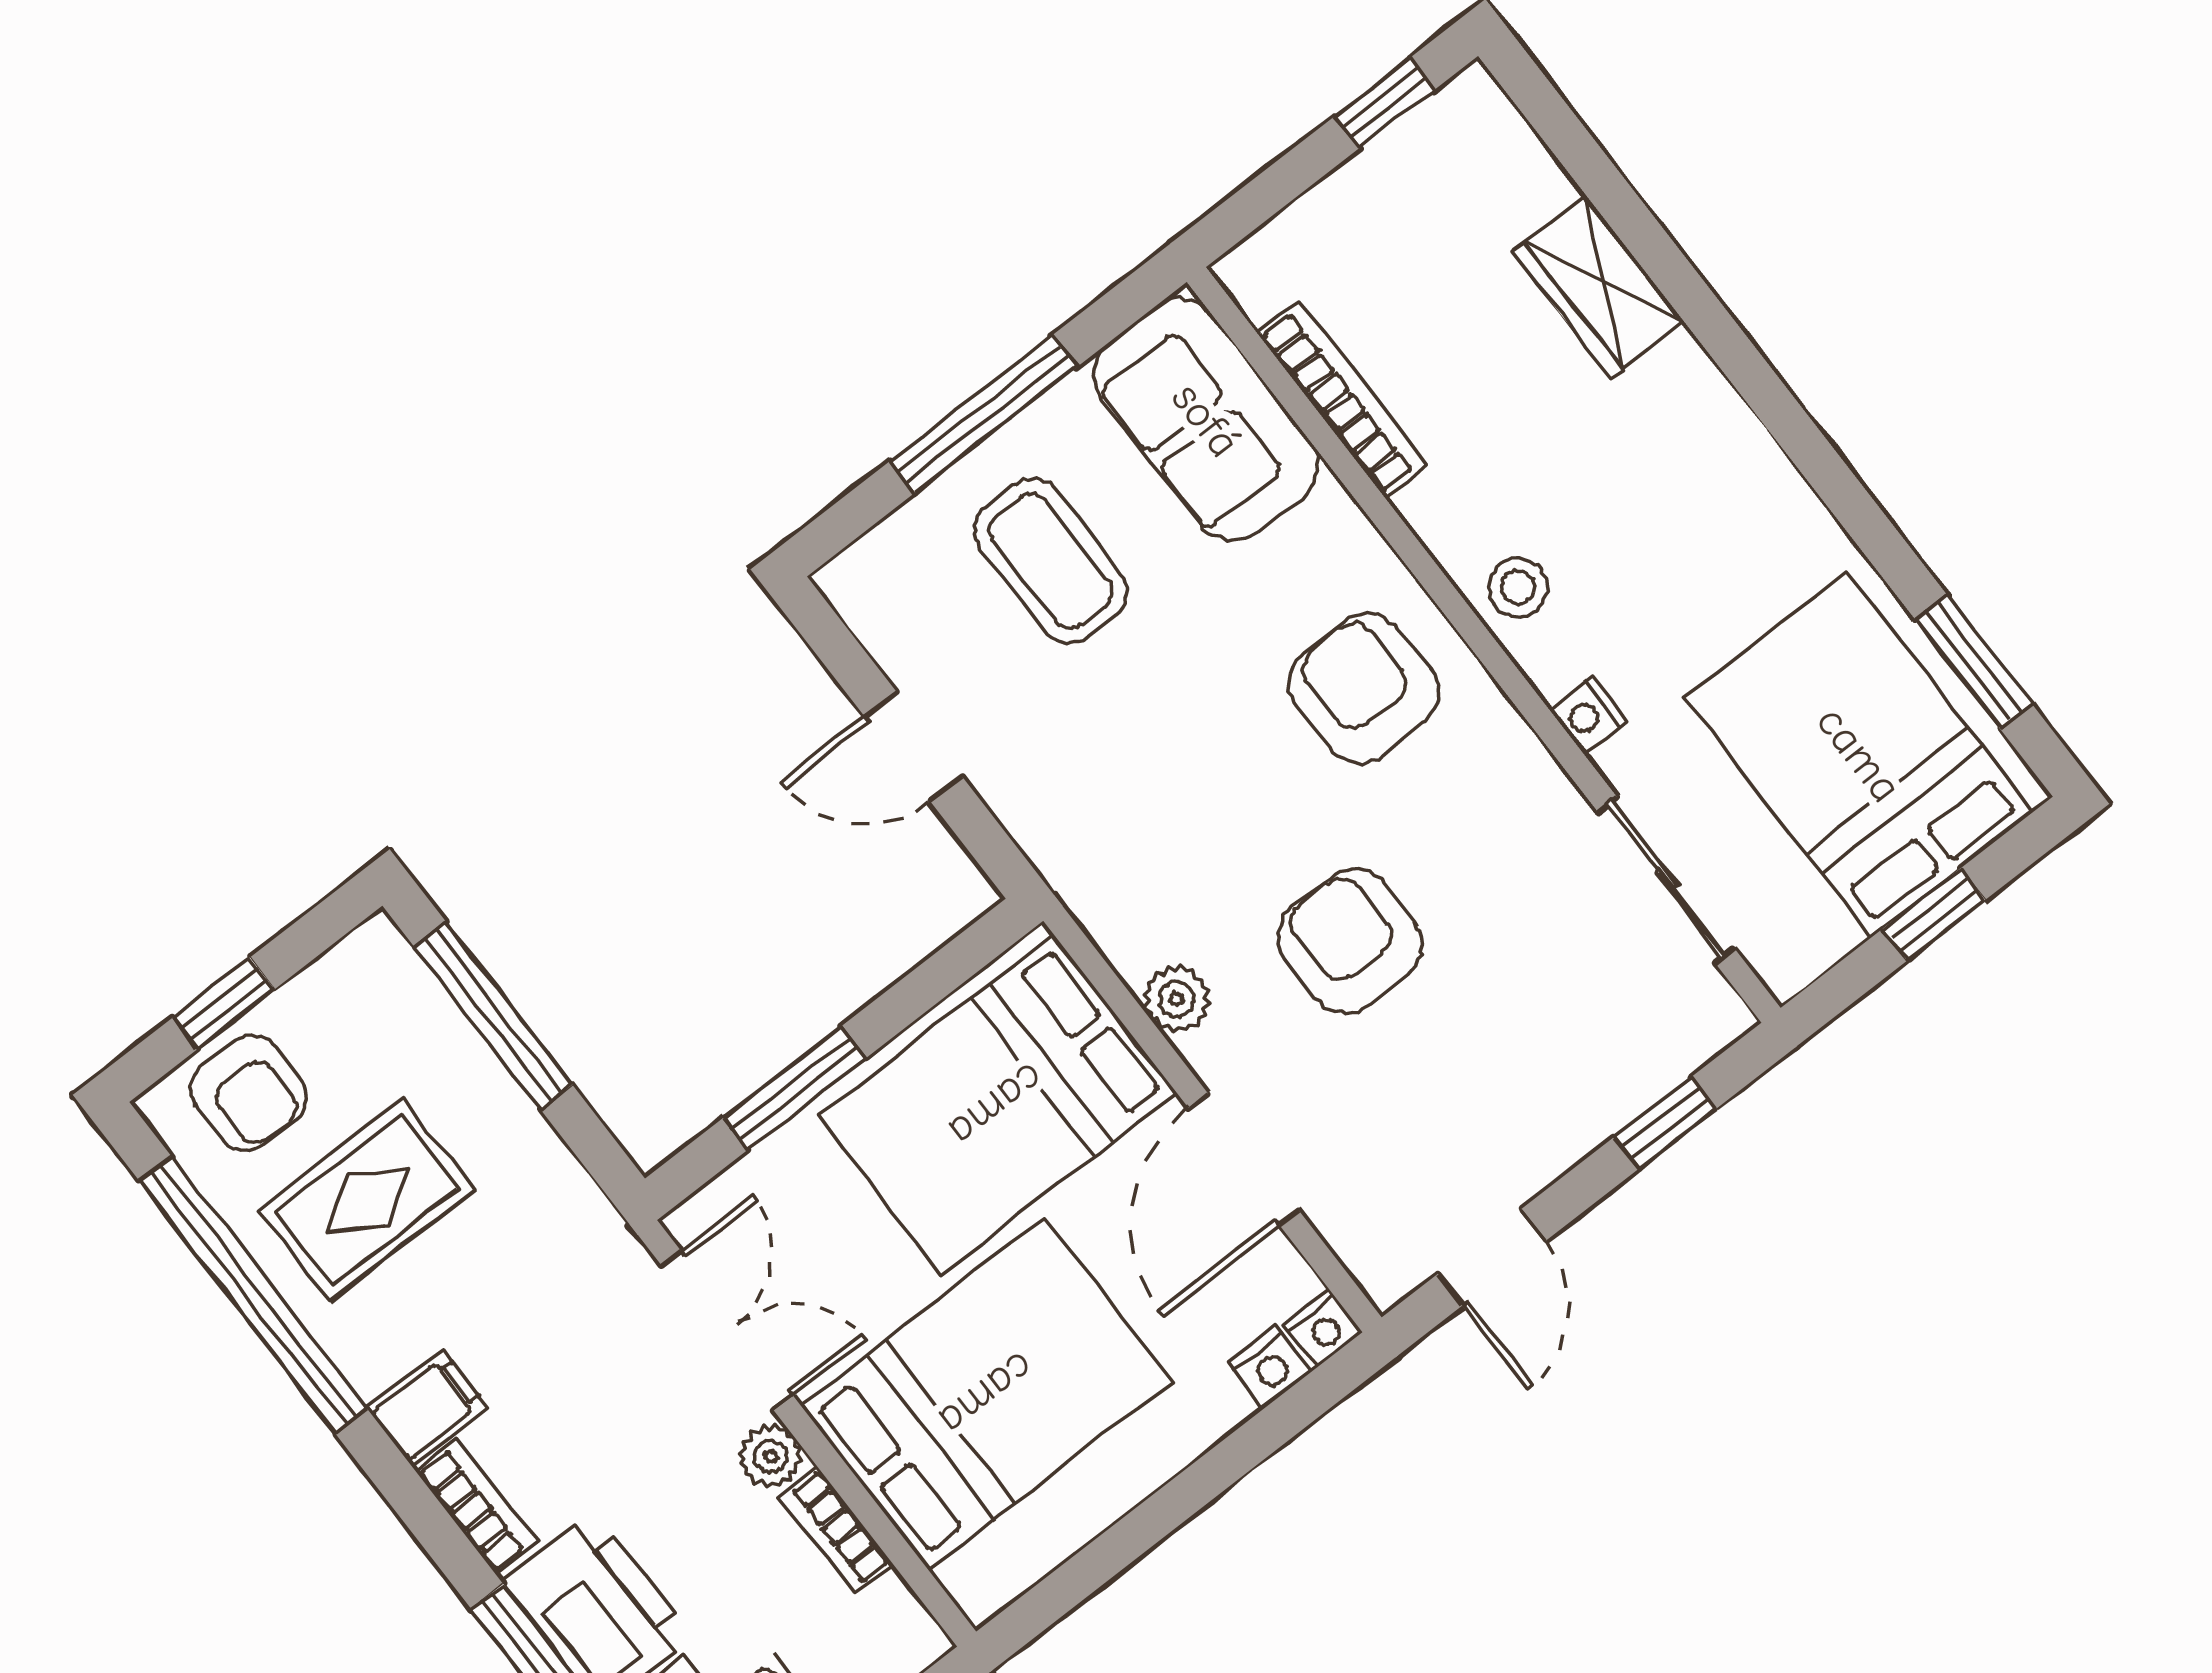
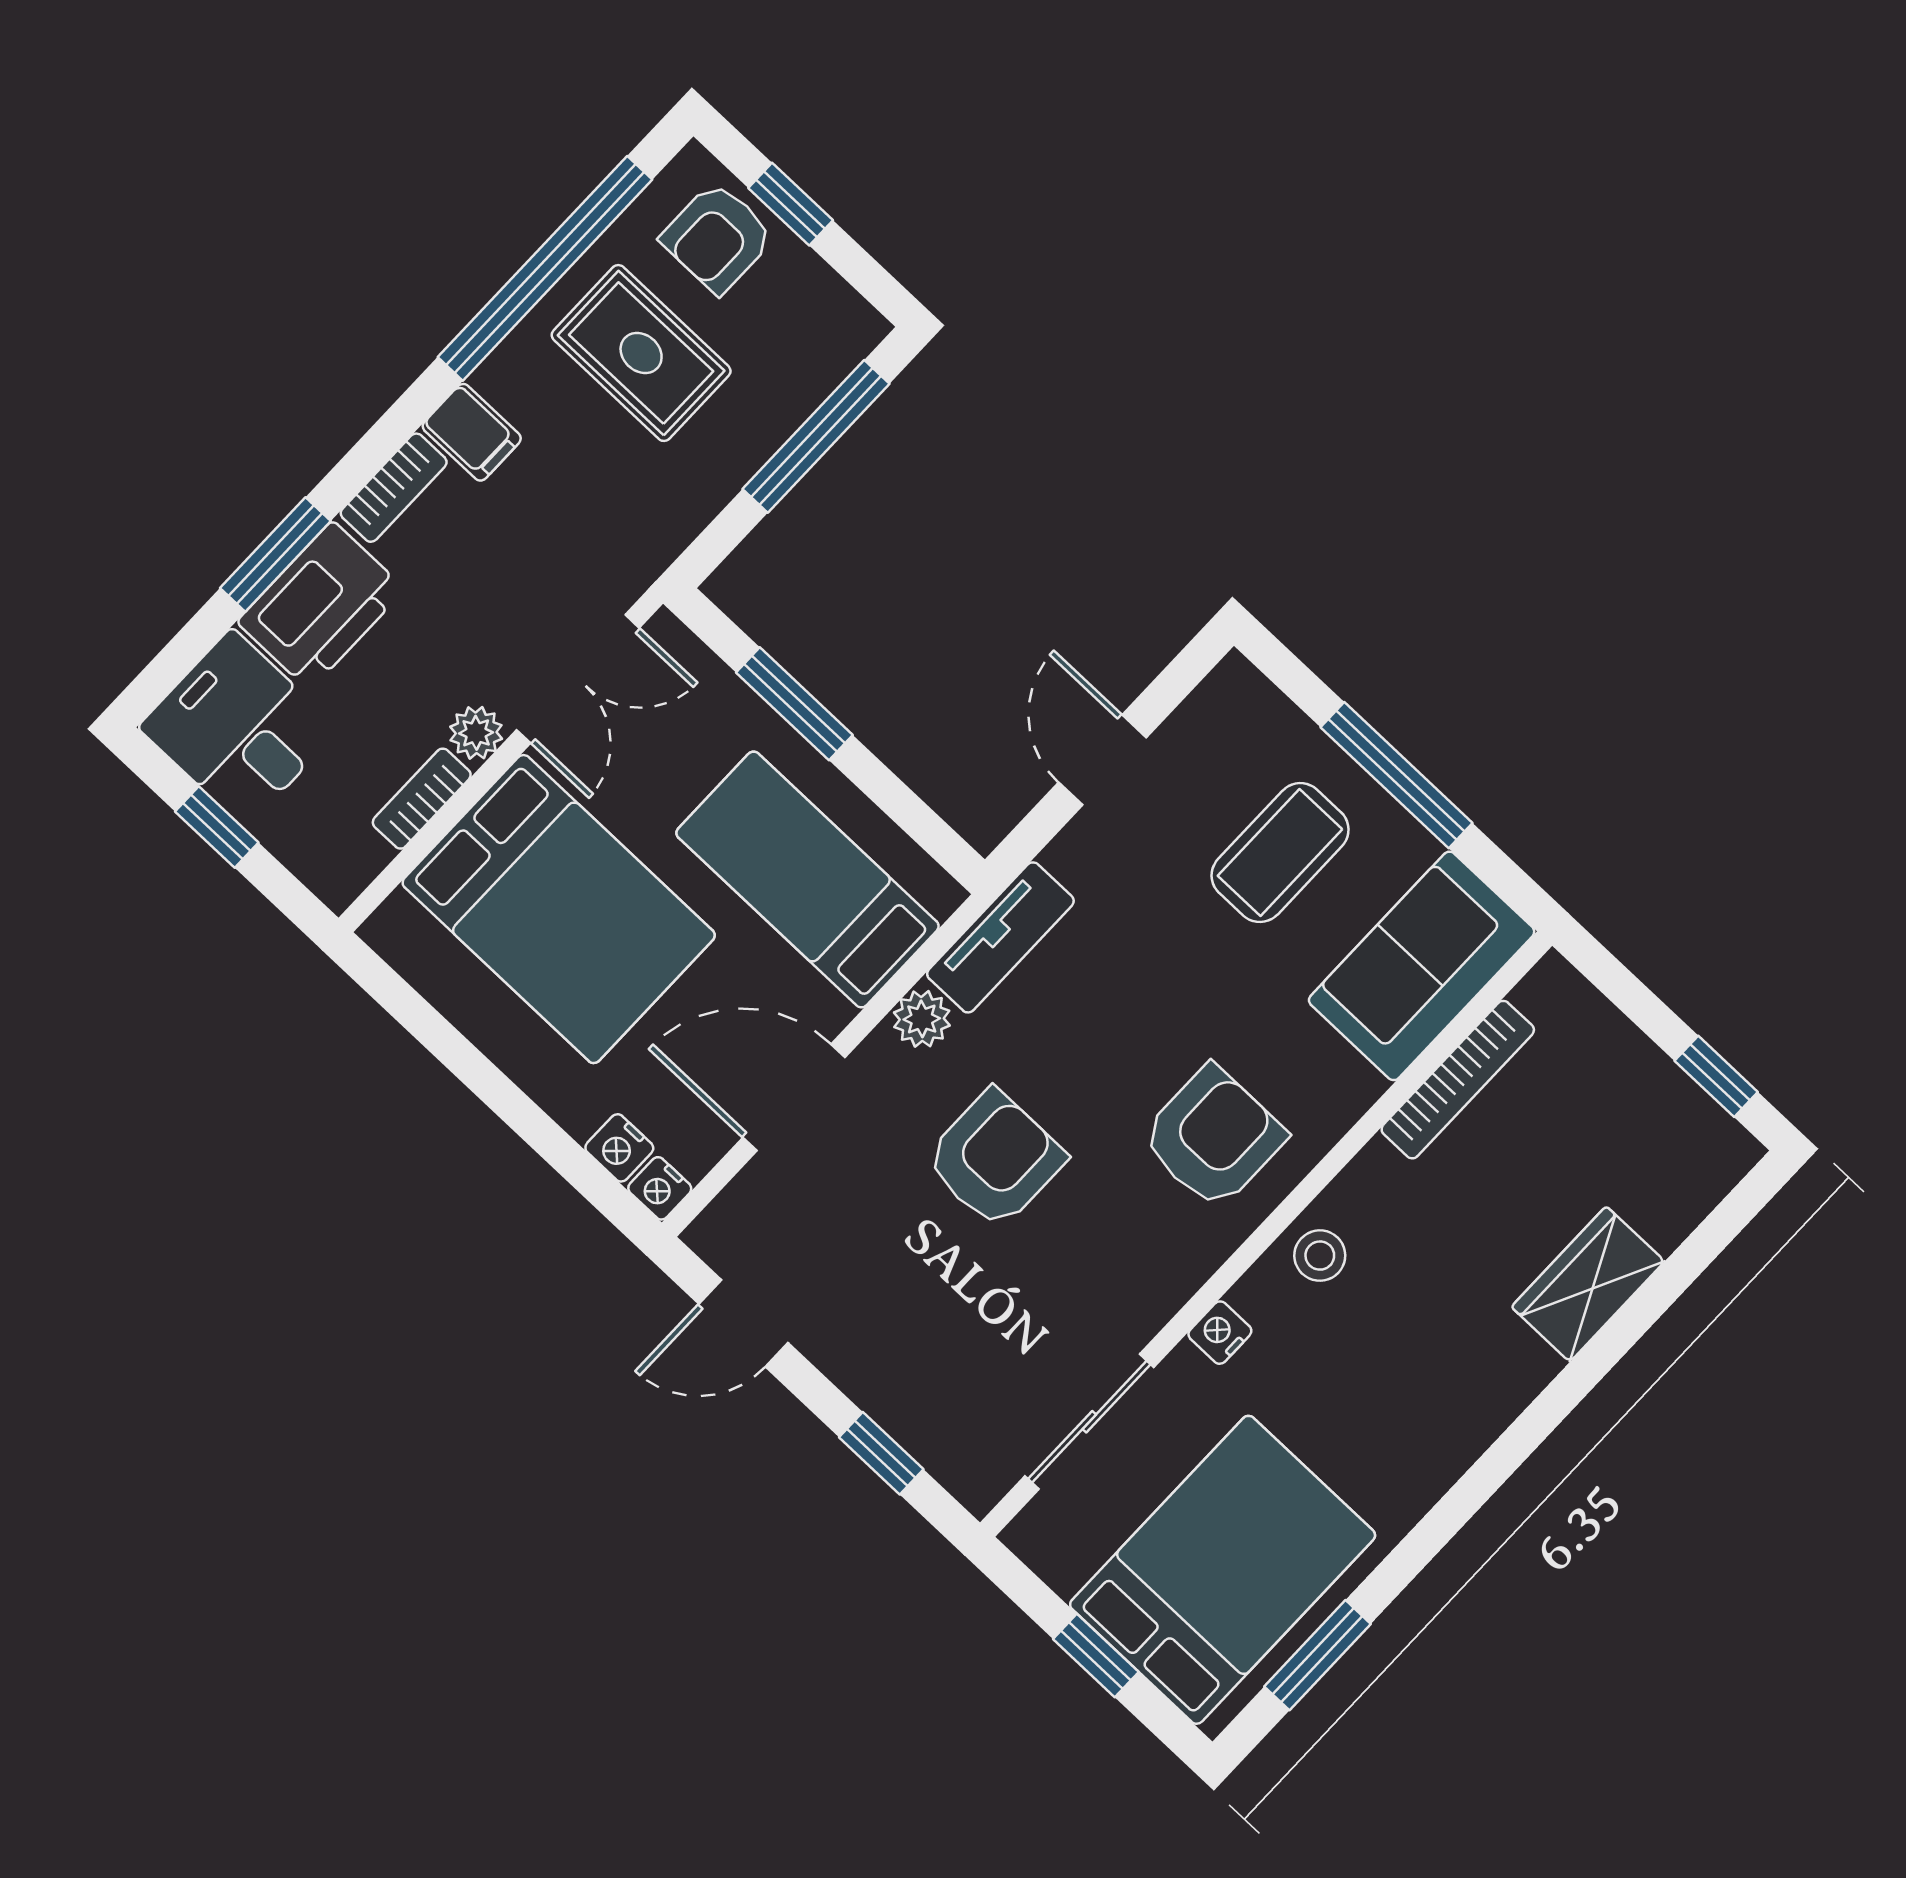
tv unit: (1098, 895) -> (1000, 937), added
bed: (997, 1105) -> (807, 880), width x0.67

